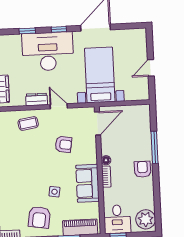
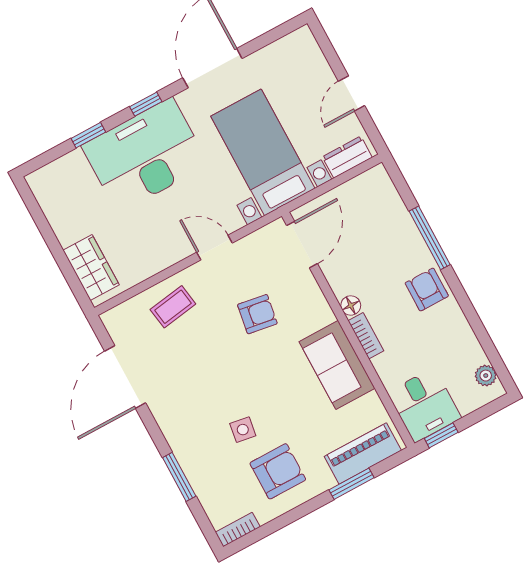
dresser: (37, 99) -> (347, 157), moved
side table: (54, 192) -> (243, 430), moved
armchair: (39, 217) -> (278, 471), turned -99
plant: (146, 219) -> (486, 376), width x0.53, depth x0.53

